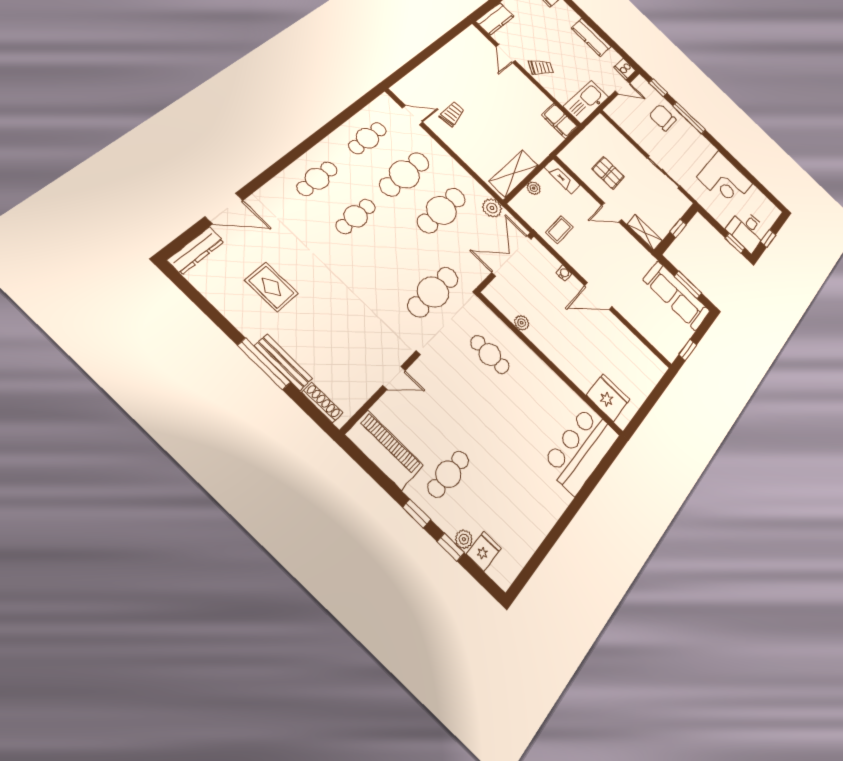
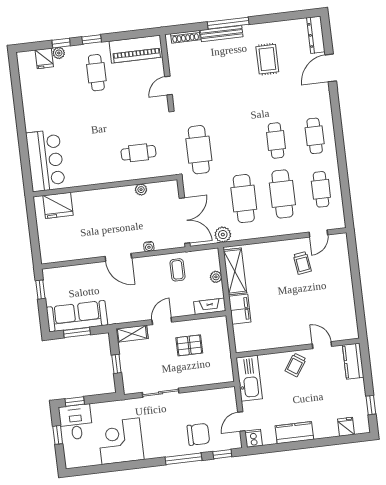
filing cabinet: (560, 121) -> (240, 309), moved, turned 90
rug: (271, 287) -> (267, 59), turned 90
door: (598, 296) -> (118, 257), swing flipped

